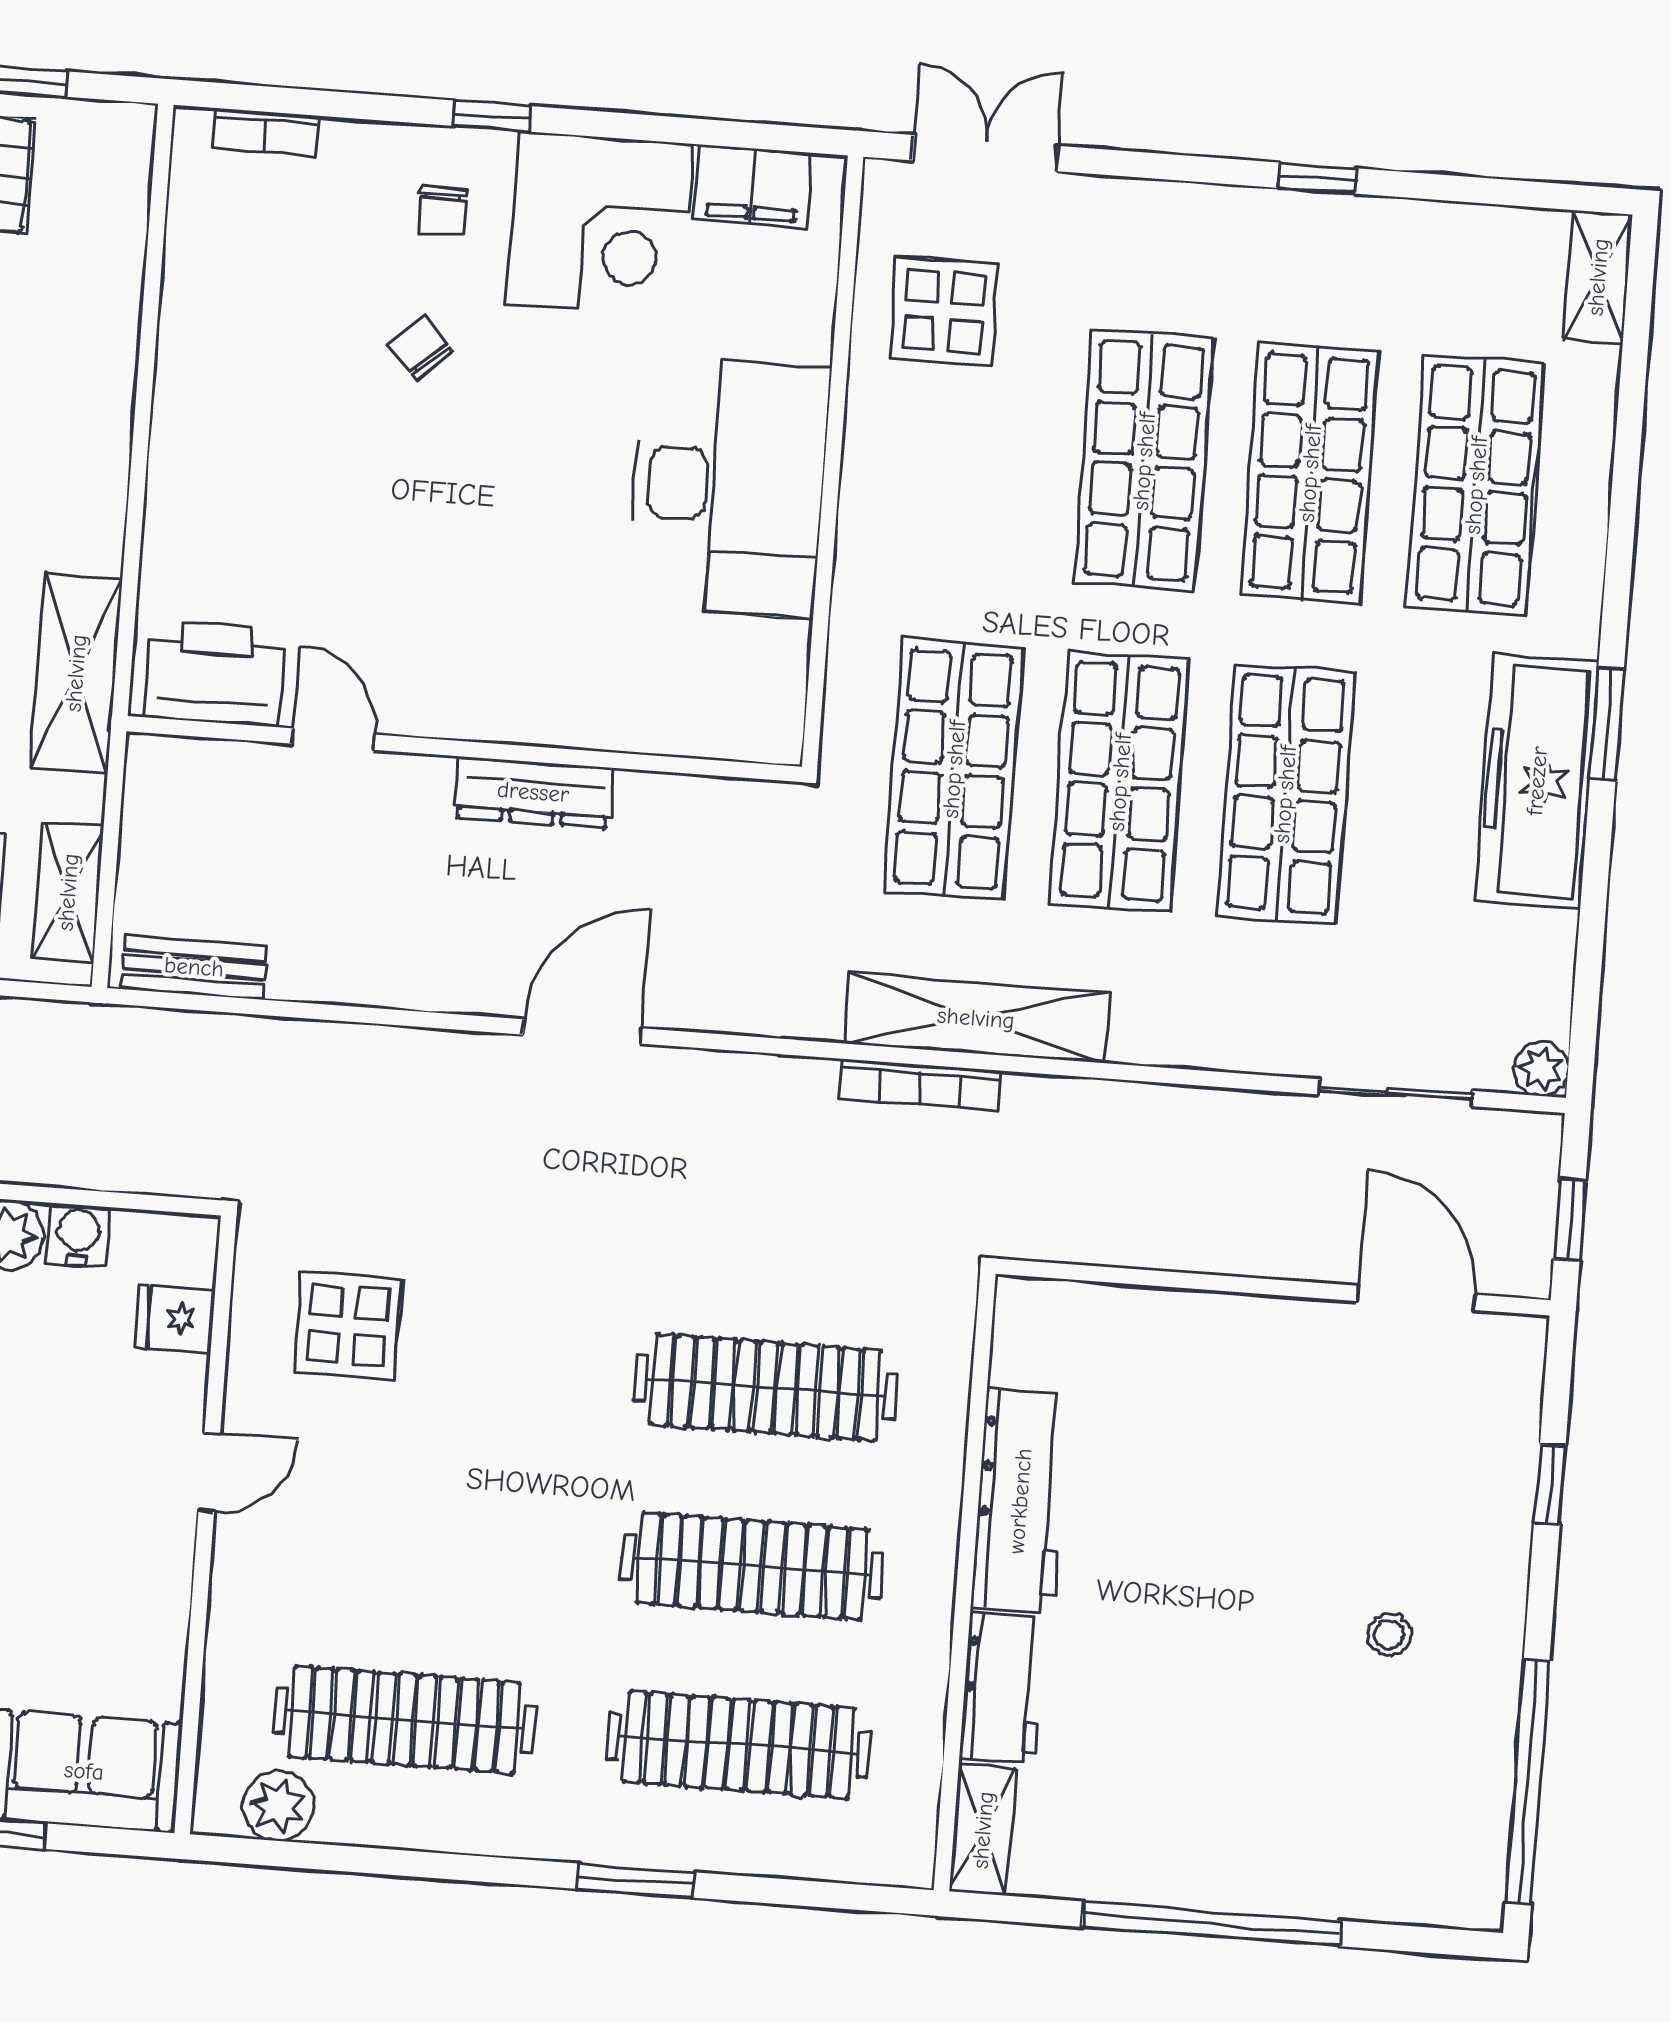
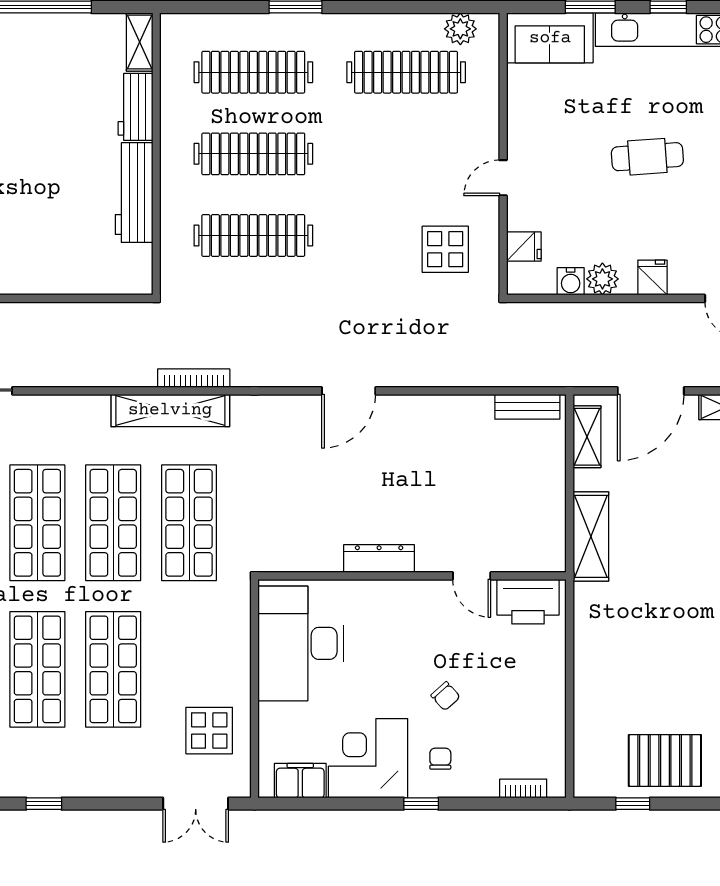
printer: (214, 673) -> (528, 602), moved
door: (334, 739) -> (472, 576), moved
wall: (464, 749) -> (412, 576), moved
dresser: (533, 792) -> (379, 559), moved

